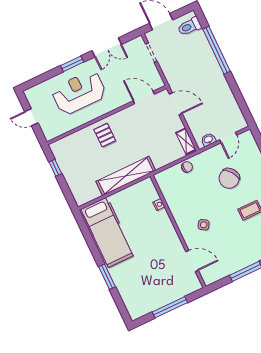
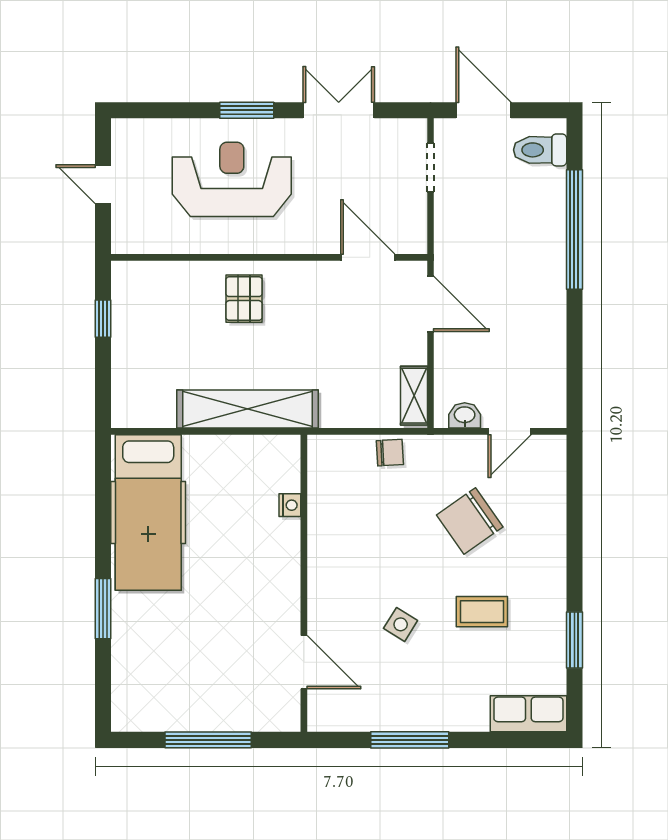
double door: (107, 47) -> (339, 110), swing flipped
side table: (204, 225) -> (401, 624), moved

